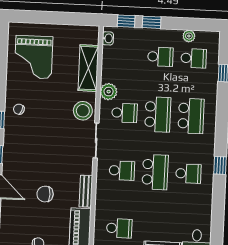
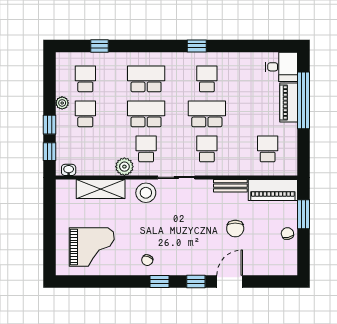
plant: (189, 36) -> (62, 103), moved

